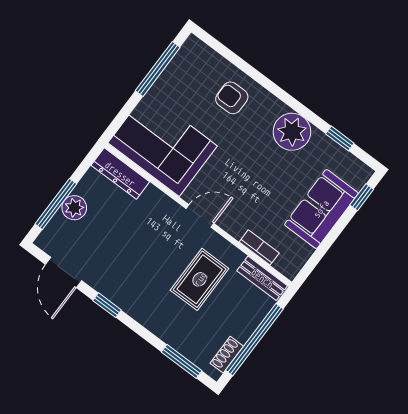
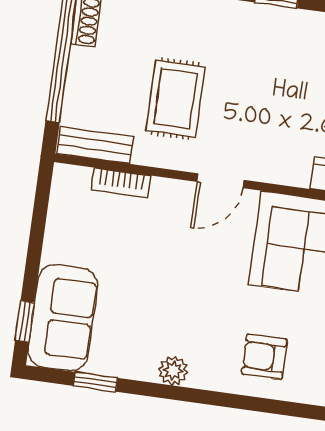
armchair: (232, 98) -> (264, 357), turned 180
plant: (292, 132) -> (173, 371), width x0.53, depth x0.53
sofa: (321, 209) -> (63, 318), moved

